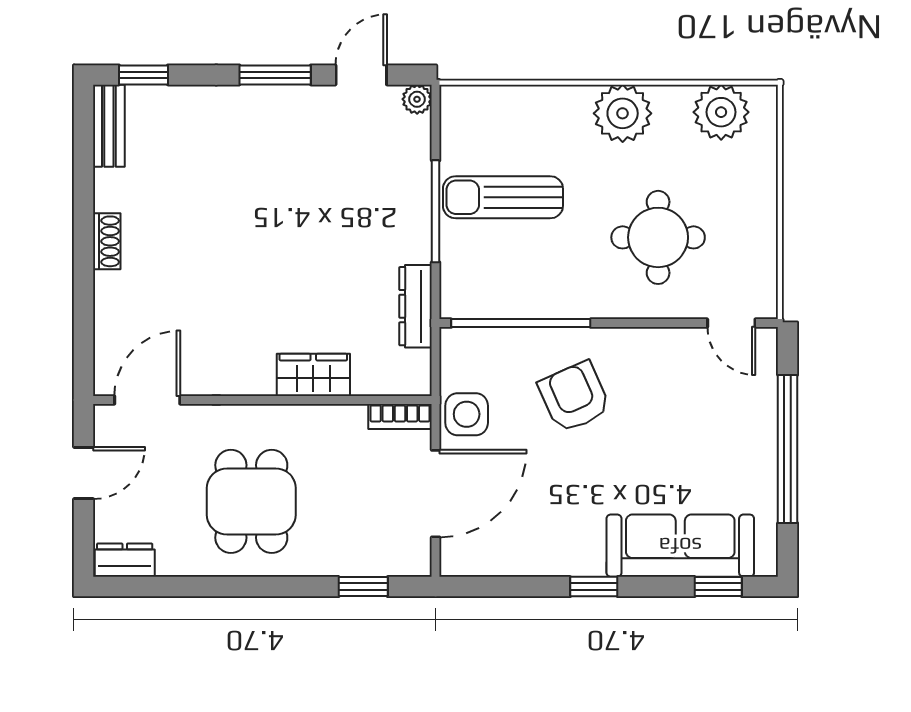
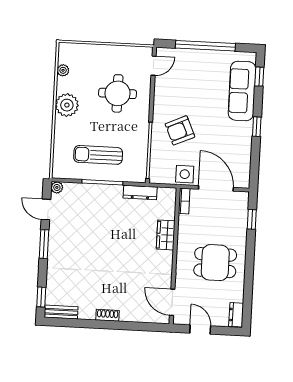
plant: (721, 112) -> (63, 70), width x0.53, depth x0.53
sun lounger: (503, 197) -> (98, 155), turned 90

